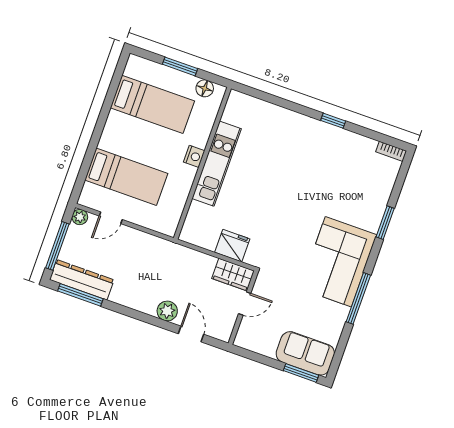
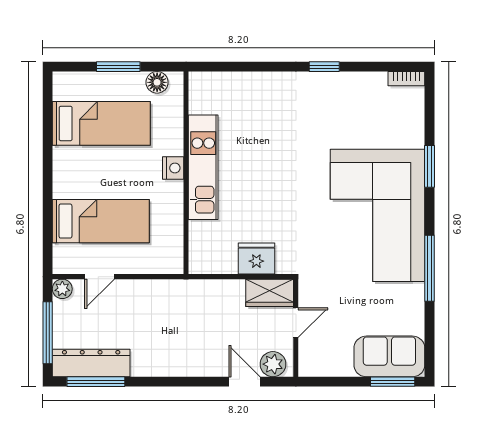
corner sofa: (338, 262) -> (378, 215), width x1.36, depth x1.36
plant: (167, 311) -> (273, 364), moved

